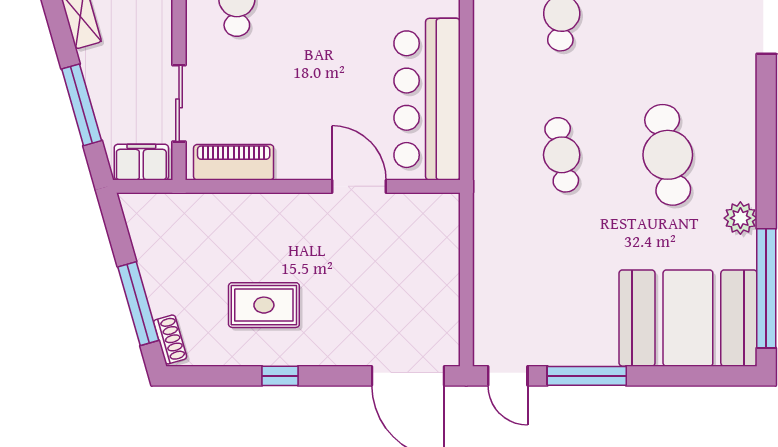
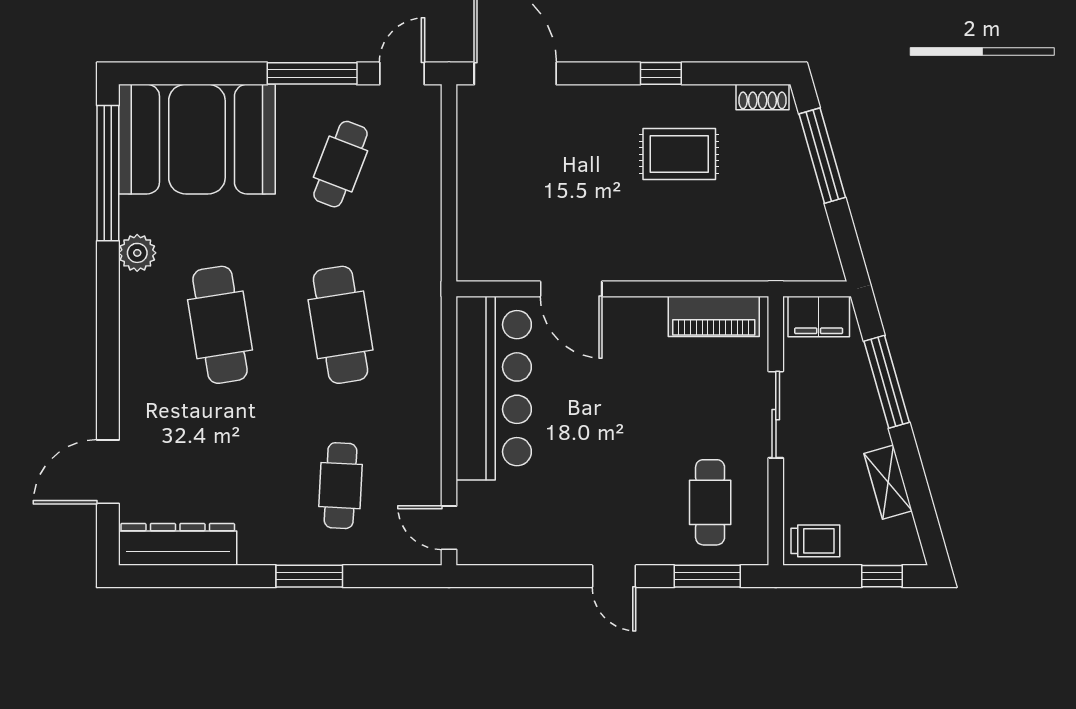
sliding door: (179, 103) -> (776, 415), moved
cafe table: (562, 155) -> (341, 325), width x1.37, depth x1.35
cafe table: (562, 296) -> (341, 164), added
shoe rack: (170, 340) -> (762, 97), moved, turned -74
door: (508, 376) -> (402, 73), hinge flipped

